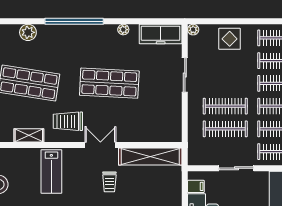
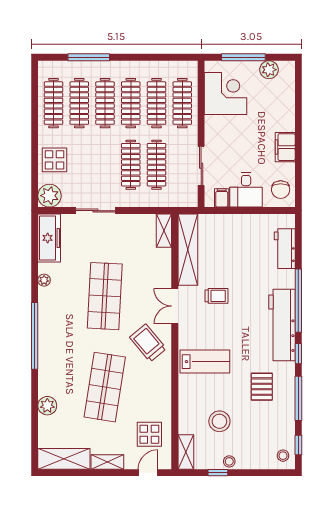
plant: (193, 30) -> (50, 196), width x1.88, depth x1.88
plant: (28, 32) -> (47, 406), moved
trolley: (68, 121) -> (148, 343), turned 140
shelving: (29, 135) -> (164, 231), moved
sliding door: (236, 168) -> (201, 166), moved

